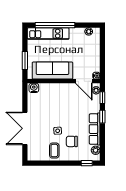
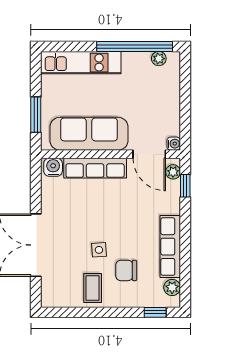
window: (55, 25) -> (135, 46), moved
row of seats: (56, 88) -> (95, 168), added
window: (102, 117) -> (185, 223), removed

